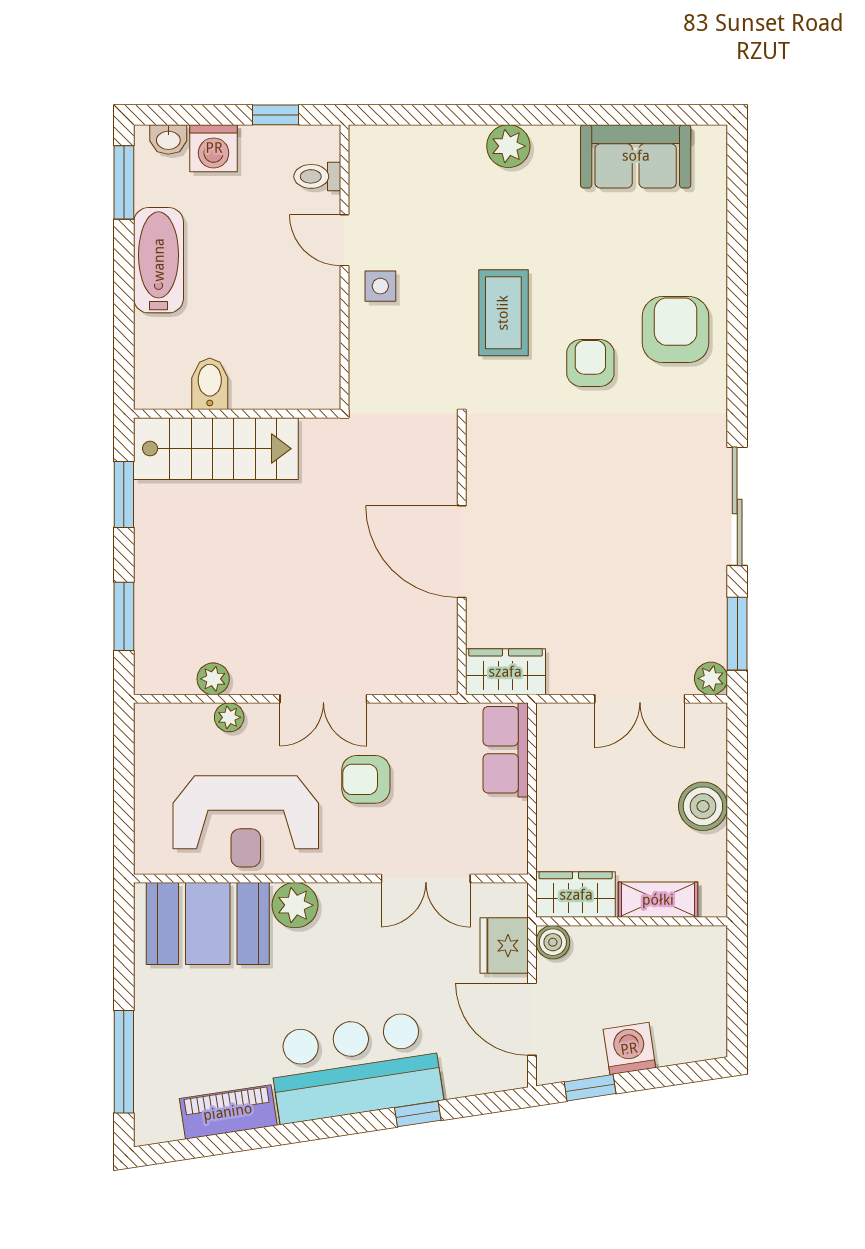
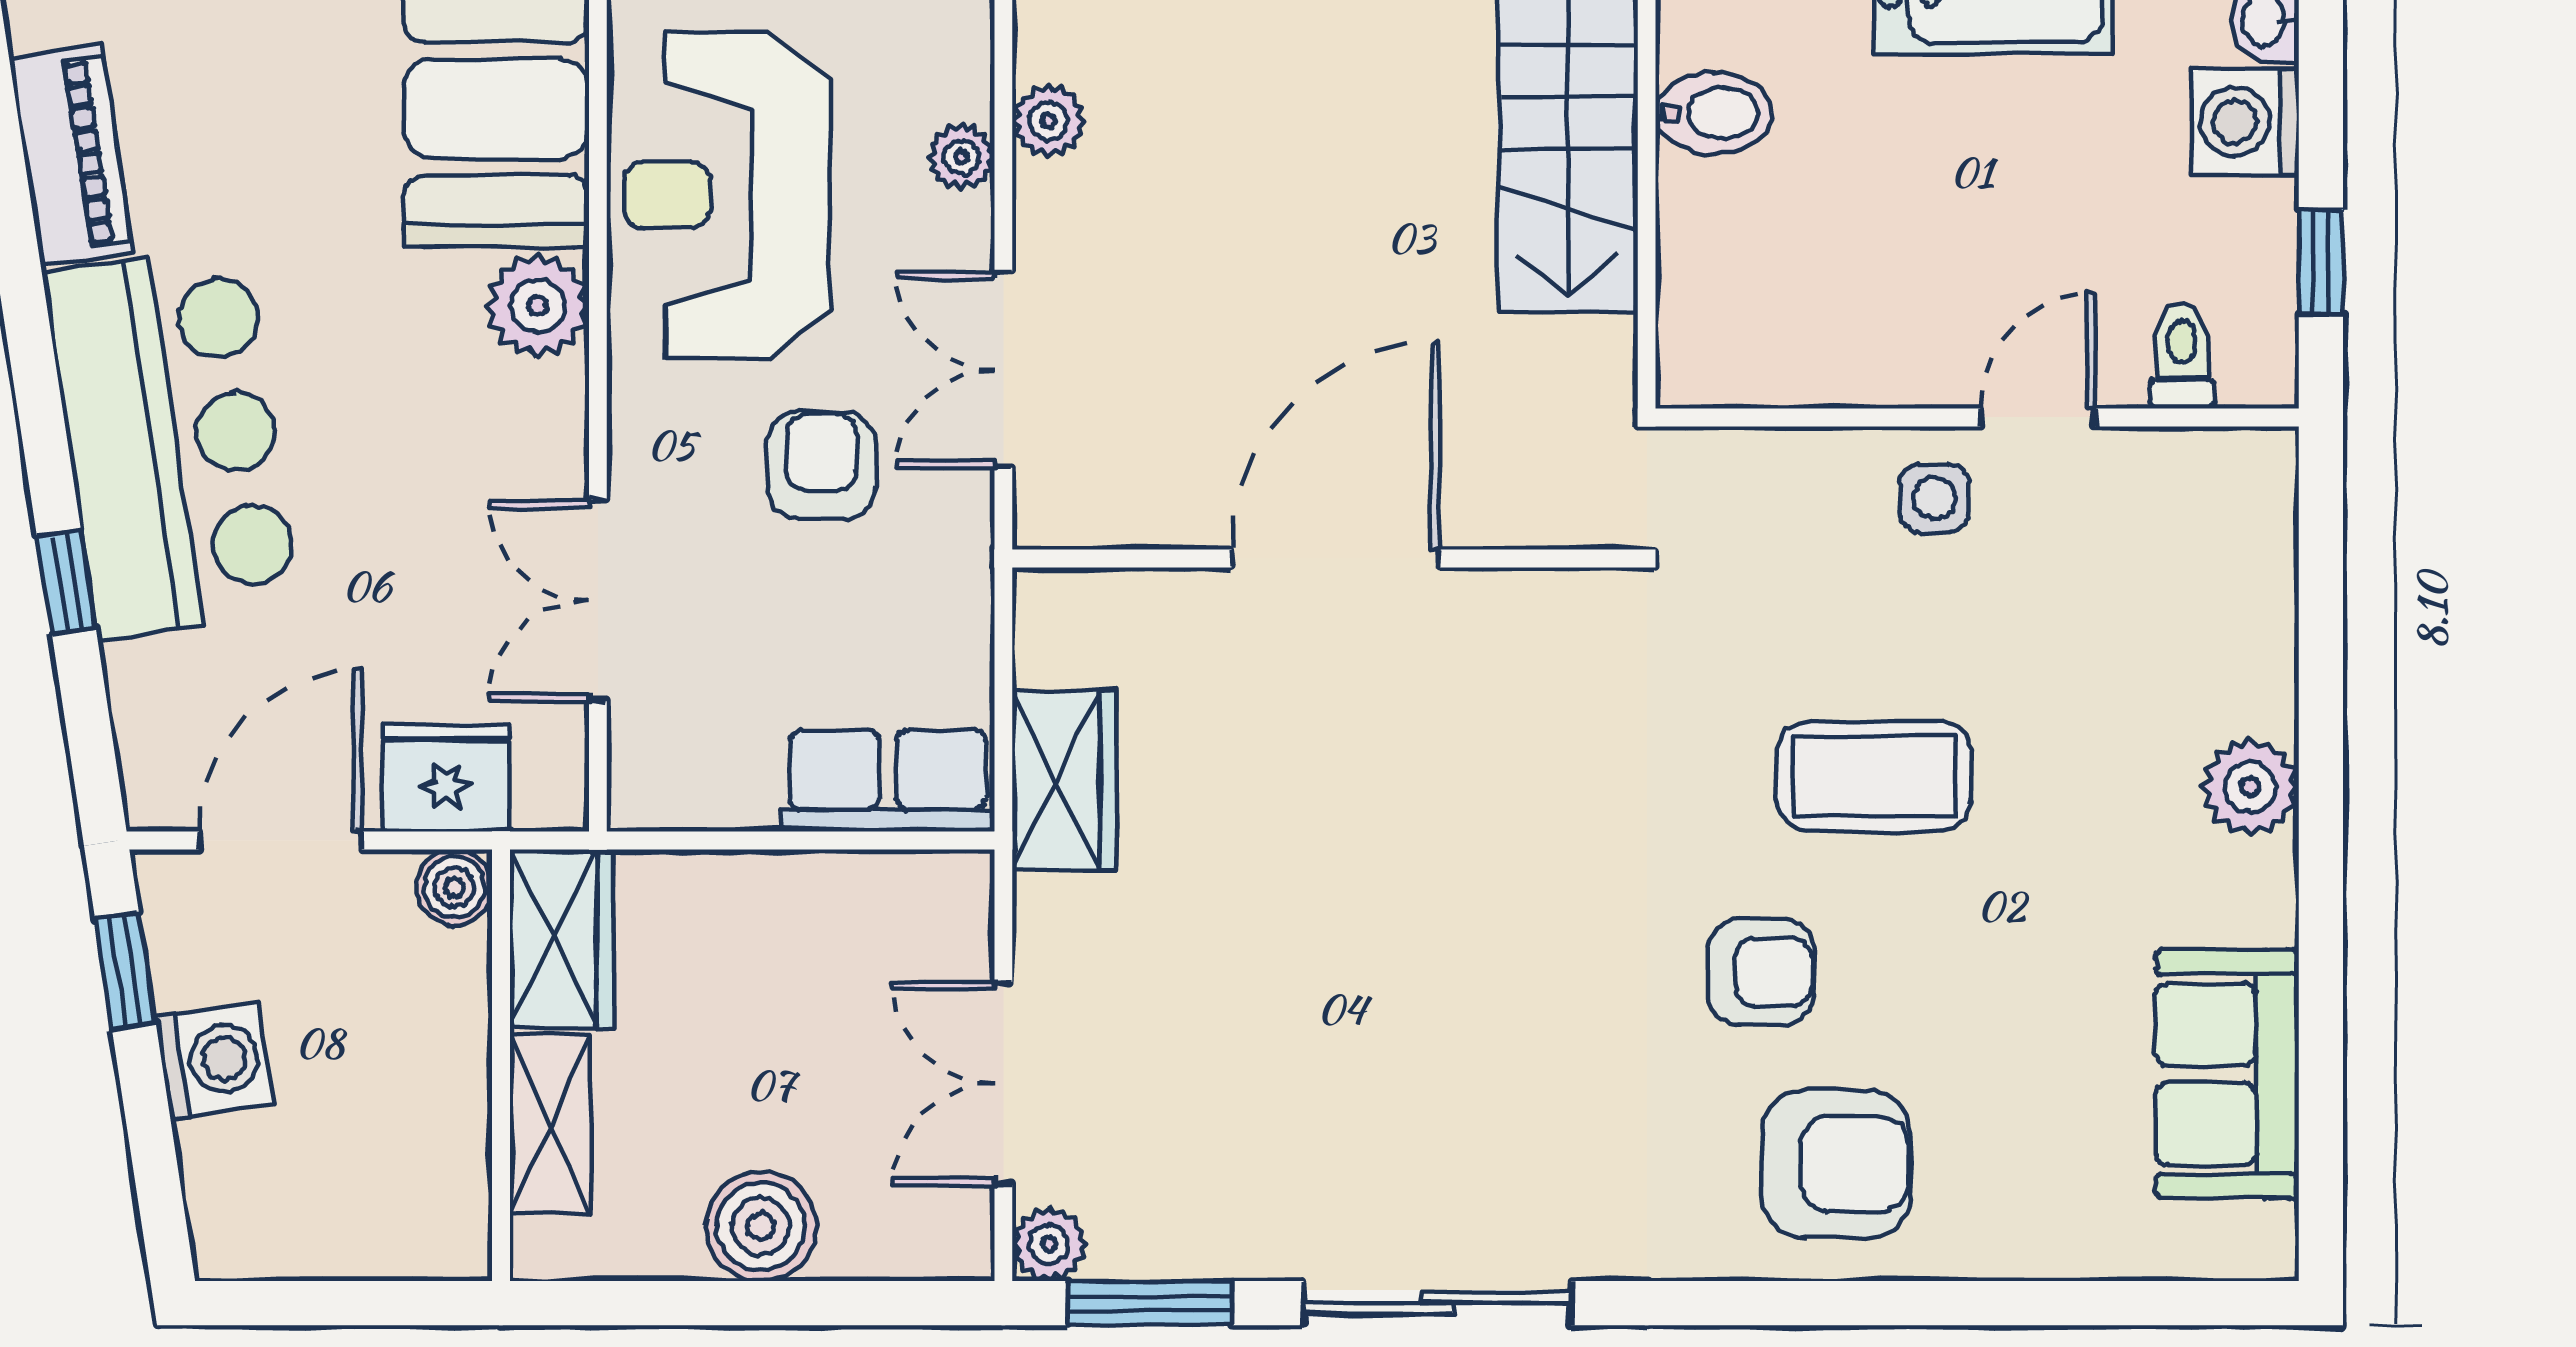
door: (462, 552) -> (1335, 558), moved
wall: (462, 556) -> (1325, 558), moved

